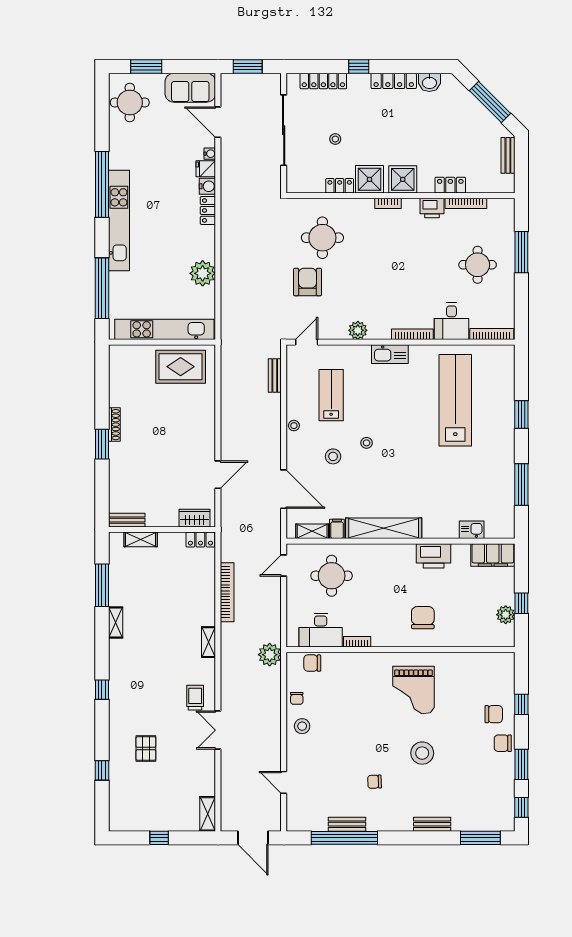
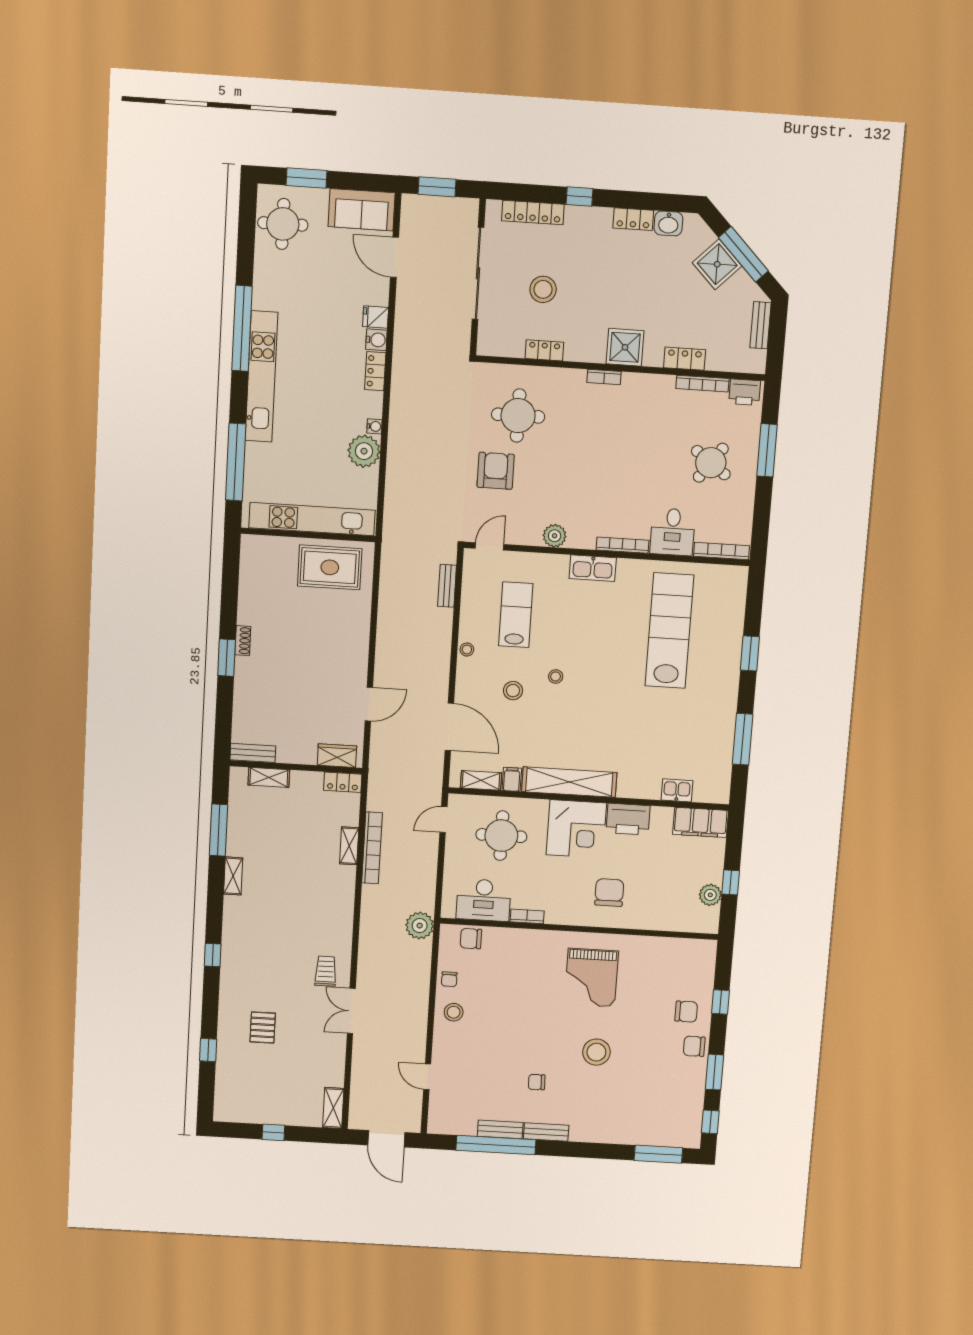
locker: (394, 81) -> (633, 219), width x0.66
stool: (335, 139) -> (543, 289), width x1.89, depth x1.89
water cooler: (210, 154) -> (374, 426), moved
shower: (369, 179) -> (717, 264), moved, turned 45
printer: (432, 208) -> (745, 392), moved
round table: (478, 265) -> (711, 463), turned 36
shoe rack: (114, 425) -> (243, 641), width x0.70
corner desk: (392, 566) -> (576, 829), added
shelving: (208, 642) -> (349, 846), moved
bench: (432, 824) -> (546, 1132), moved

